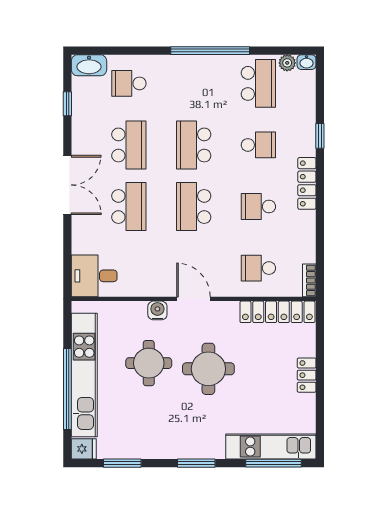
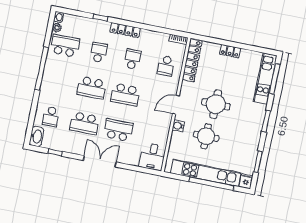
school desk: (129, 145) -> (85, 123), turned 180
school desk: (258, 207) -> (132, 59), turned 180

